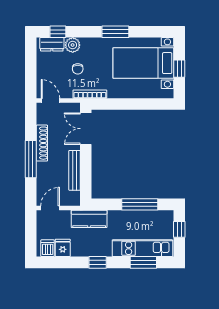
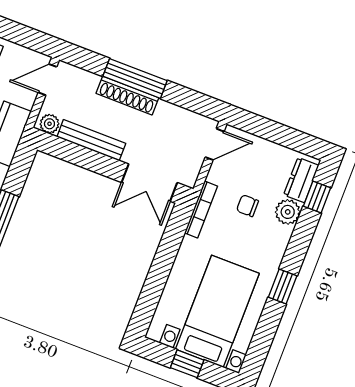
window: (115, 32) -> (283, 286), width x0.67
double door: (86, 129) -> (149, 183), swing flipped
shoe rack: (42, 143) -> (127, 96), moved
plant: (74, 197) -> (49, 124), added
door: (50, 208) -> (47, 80), swing flipped

